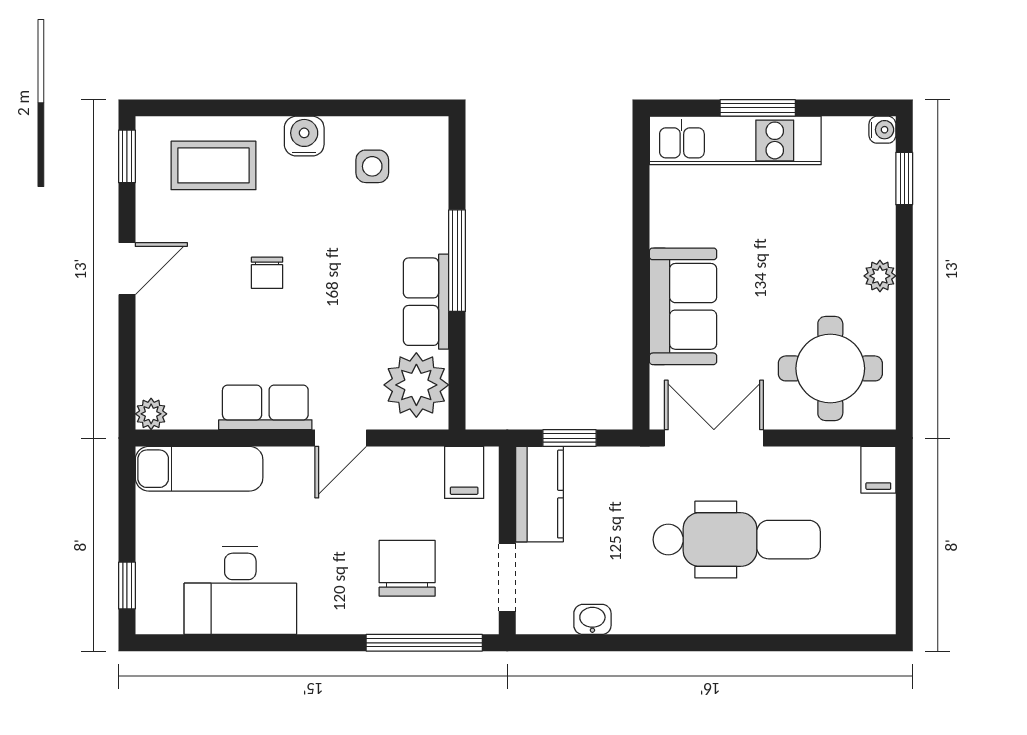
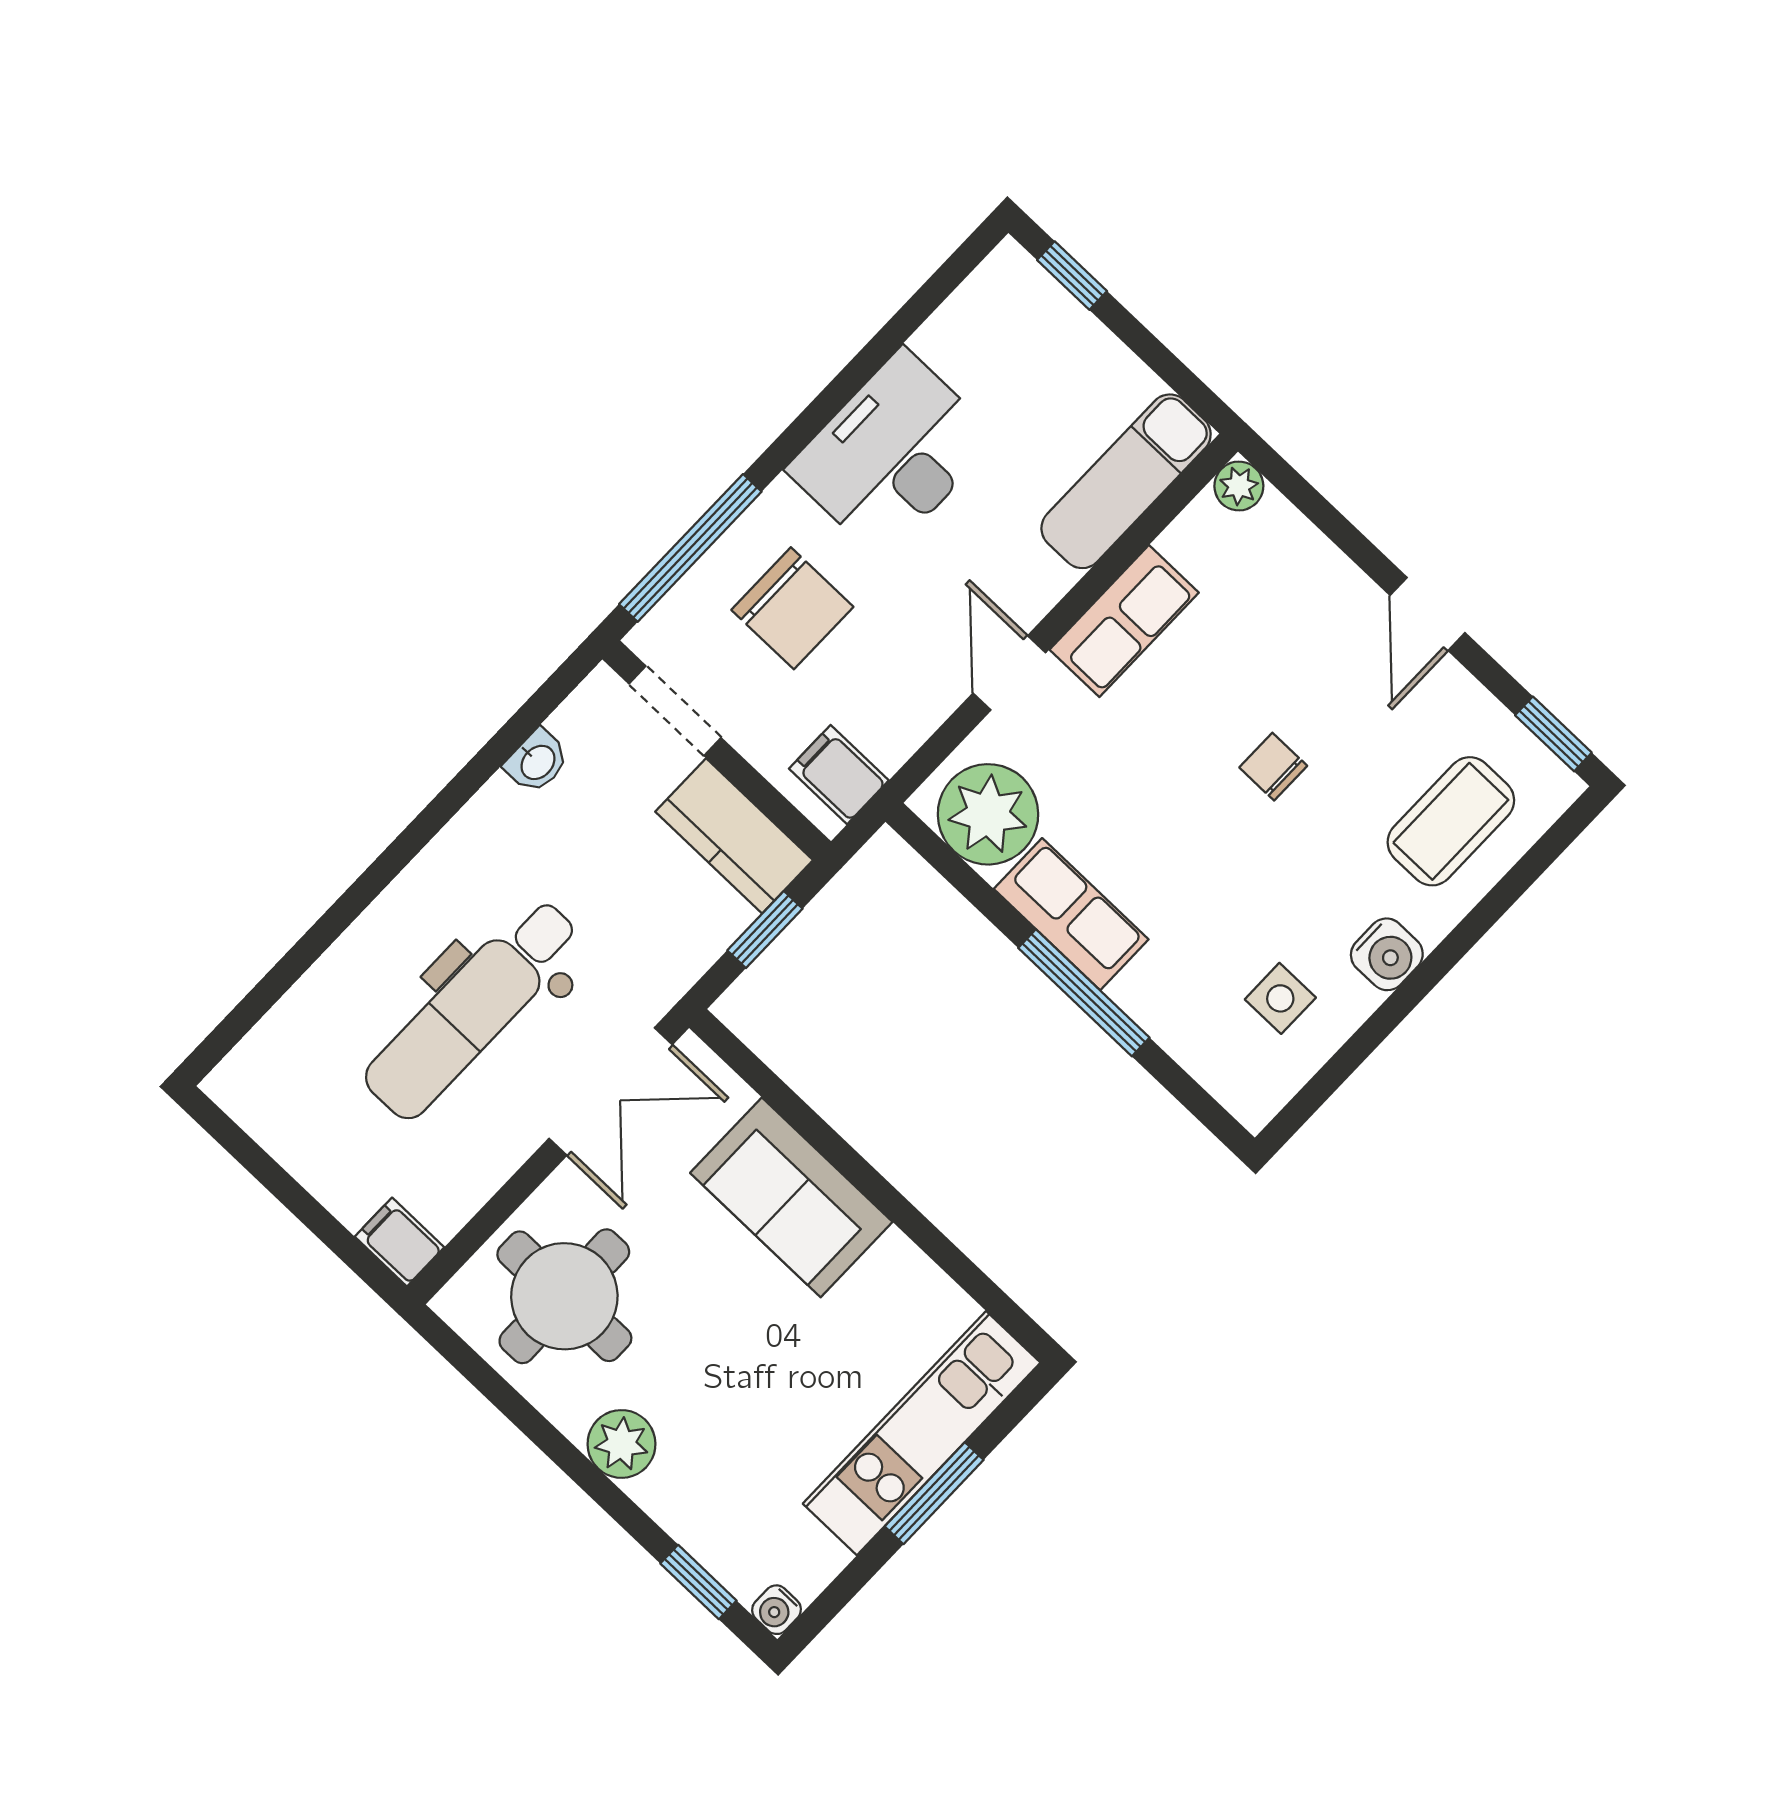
plant: (880, 276) -> (621, 1444), width x1.38, depth x1.38
desk: (240, 590) -> (892, 454), moved

